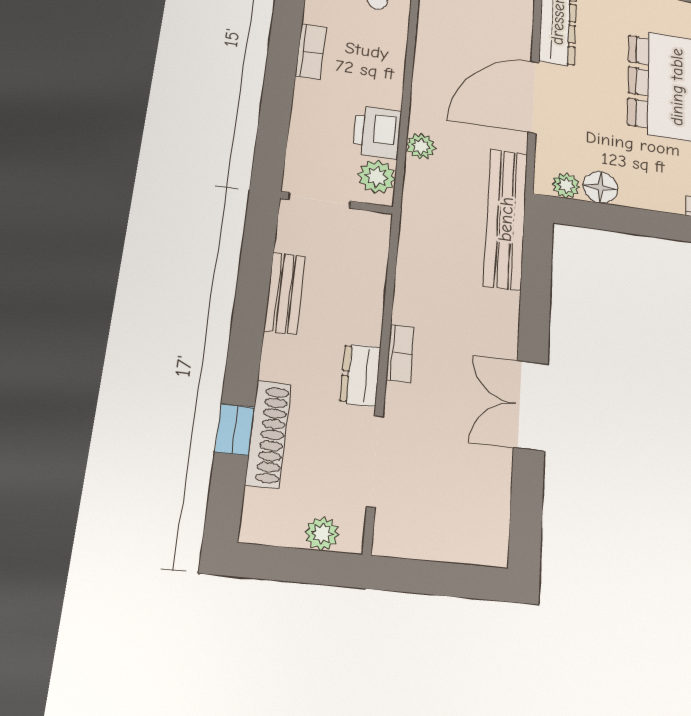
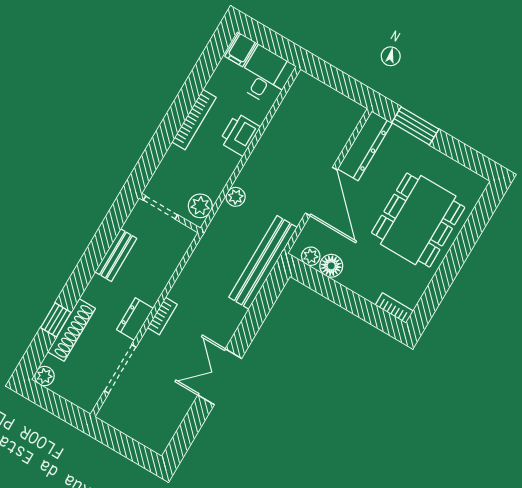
bookcase: (311, 52) -> (194, 120), width x1.56
door: (534, 97) -> (321, 192), swing flipped
printer: (377, 132) -> (240, 134), moved
plant: (322, 534) -> (44, 376), moved

